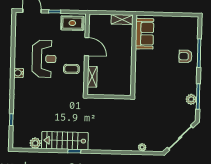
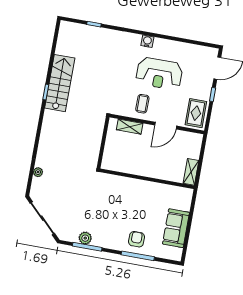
sofa: (144, 34) -> (176, 228), moved, turned 90
plant: (35, 143) -> (62, 48), removed

